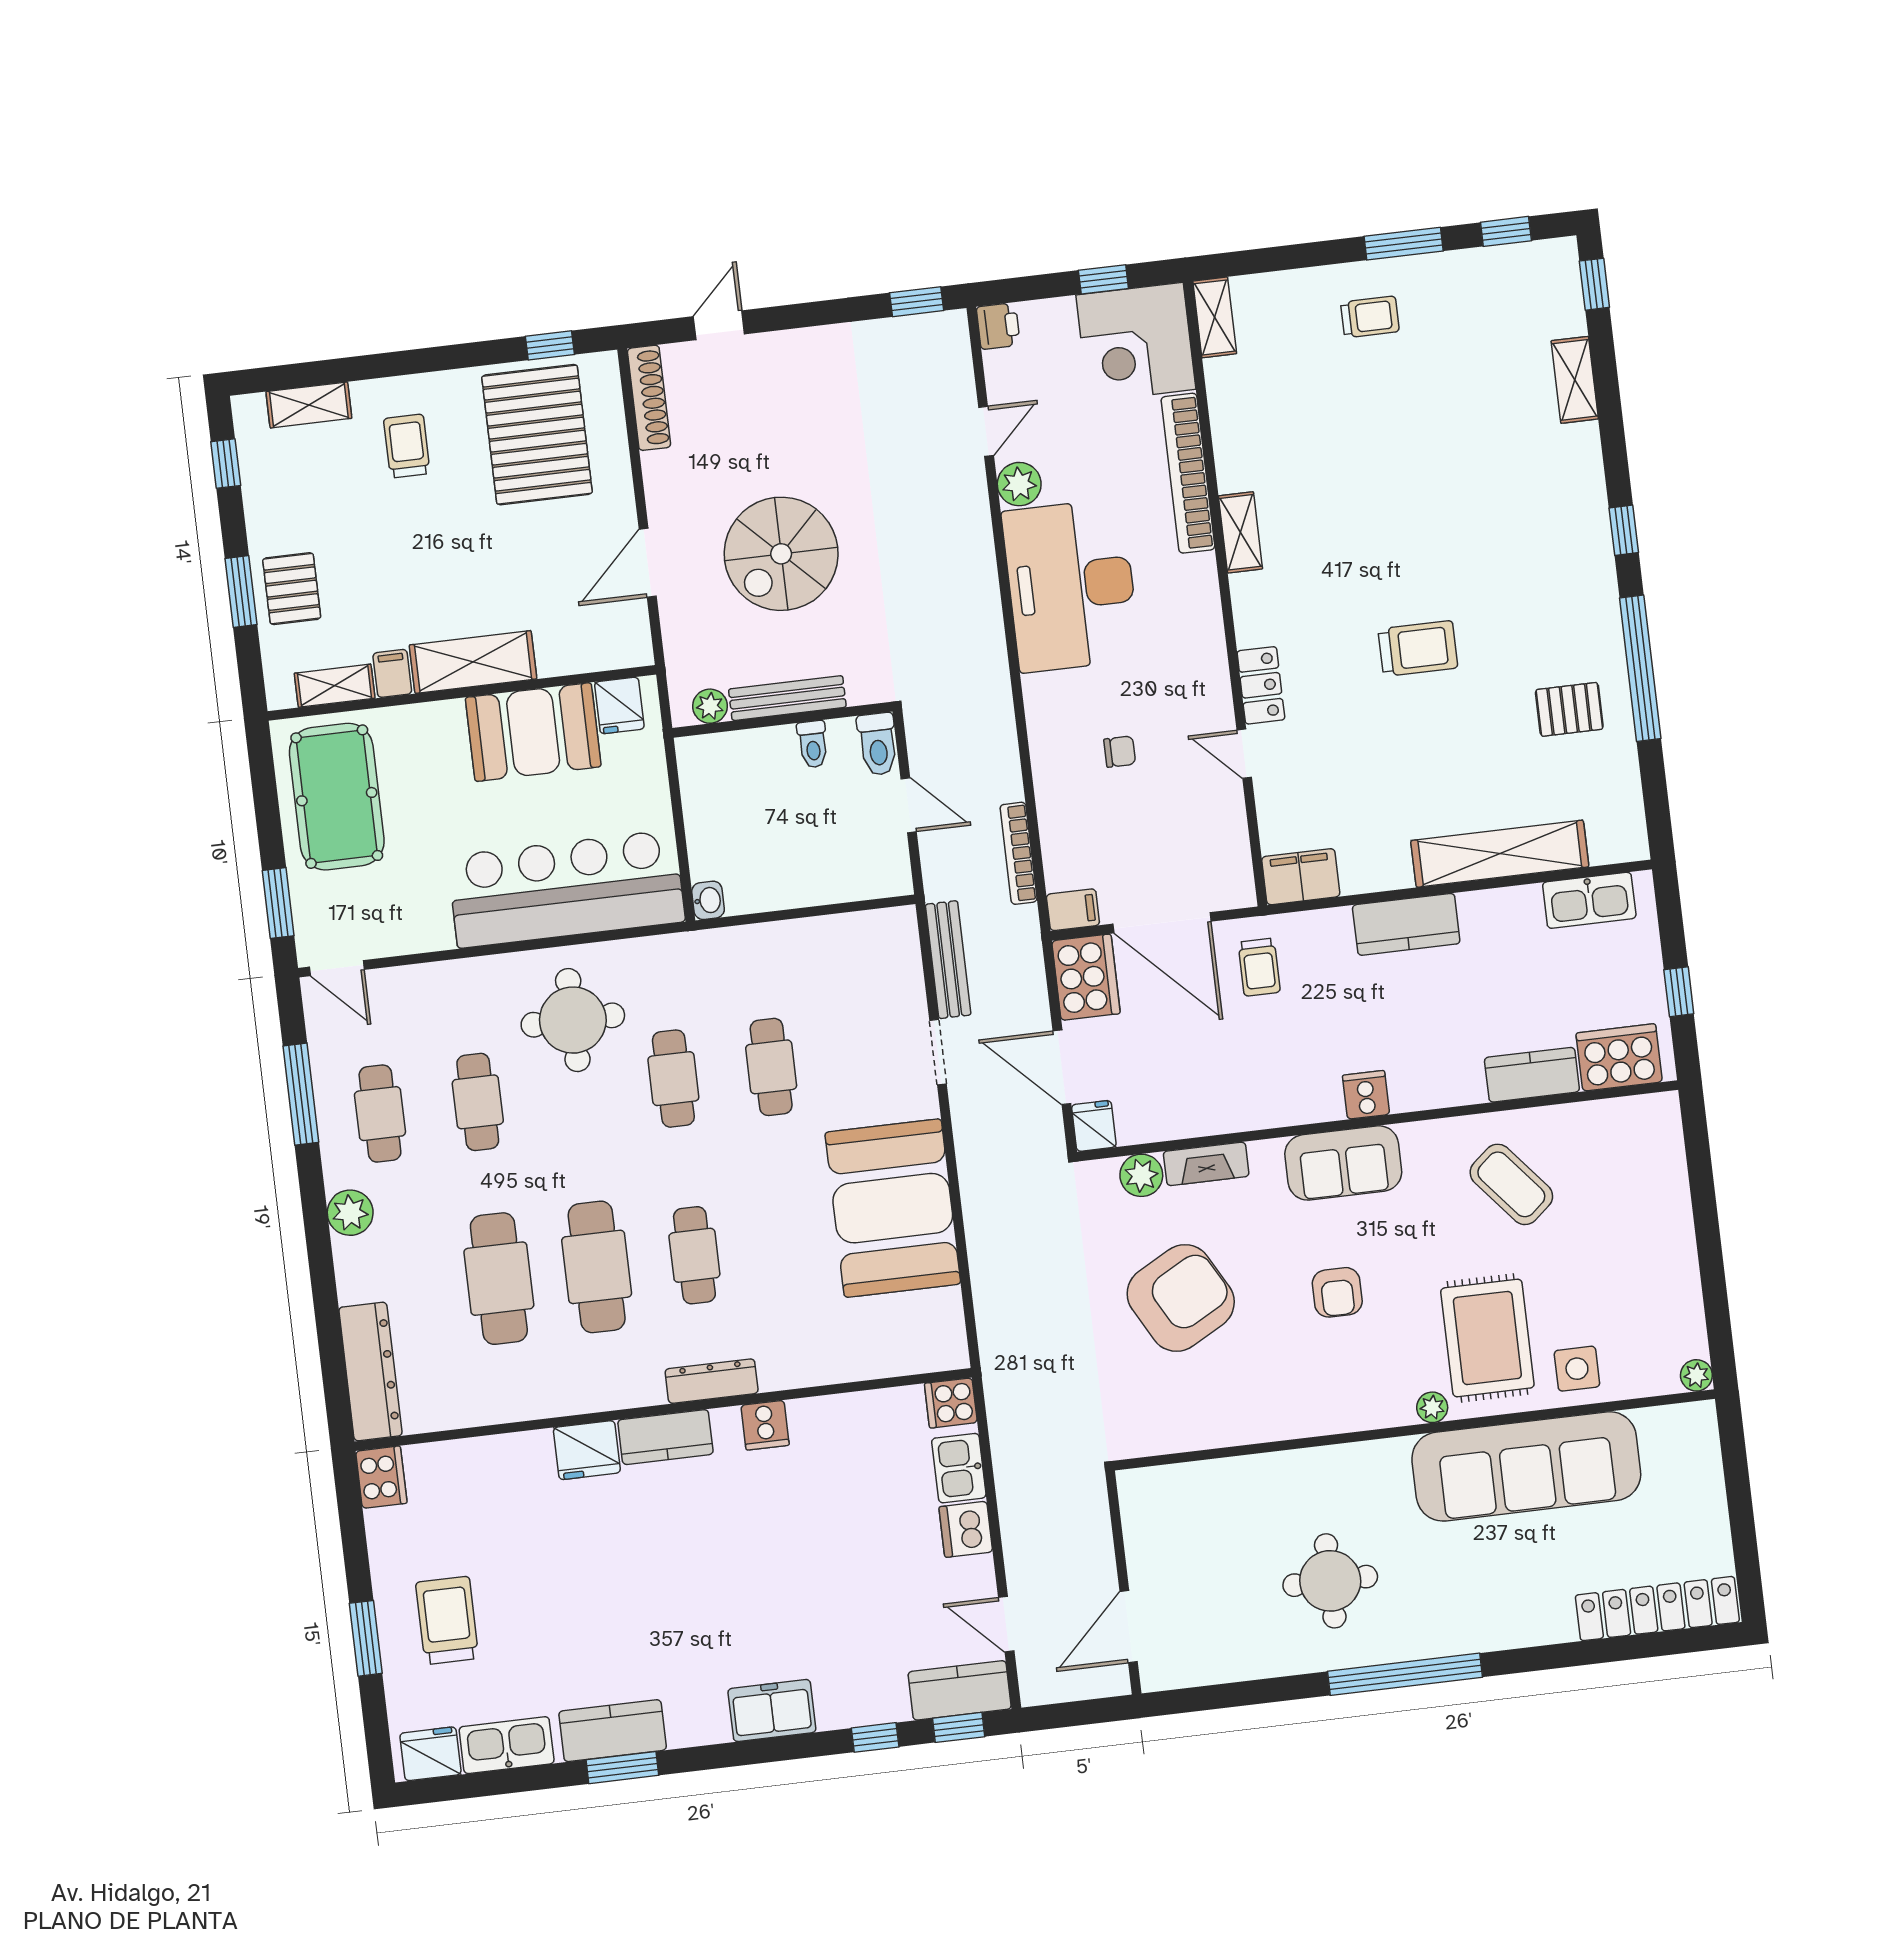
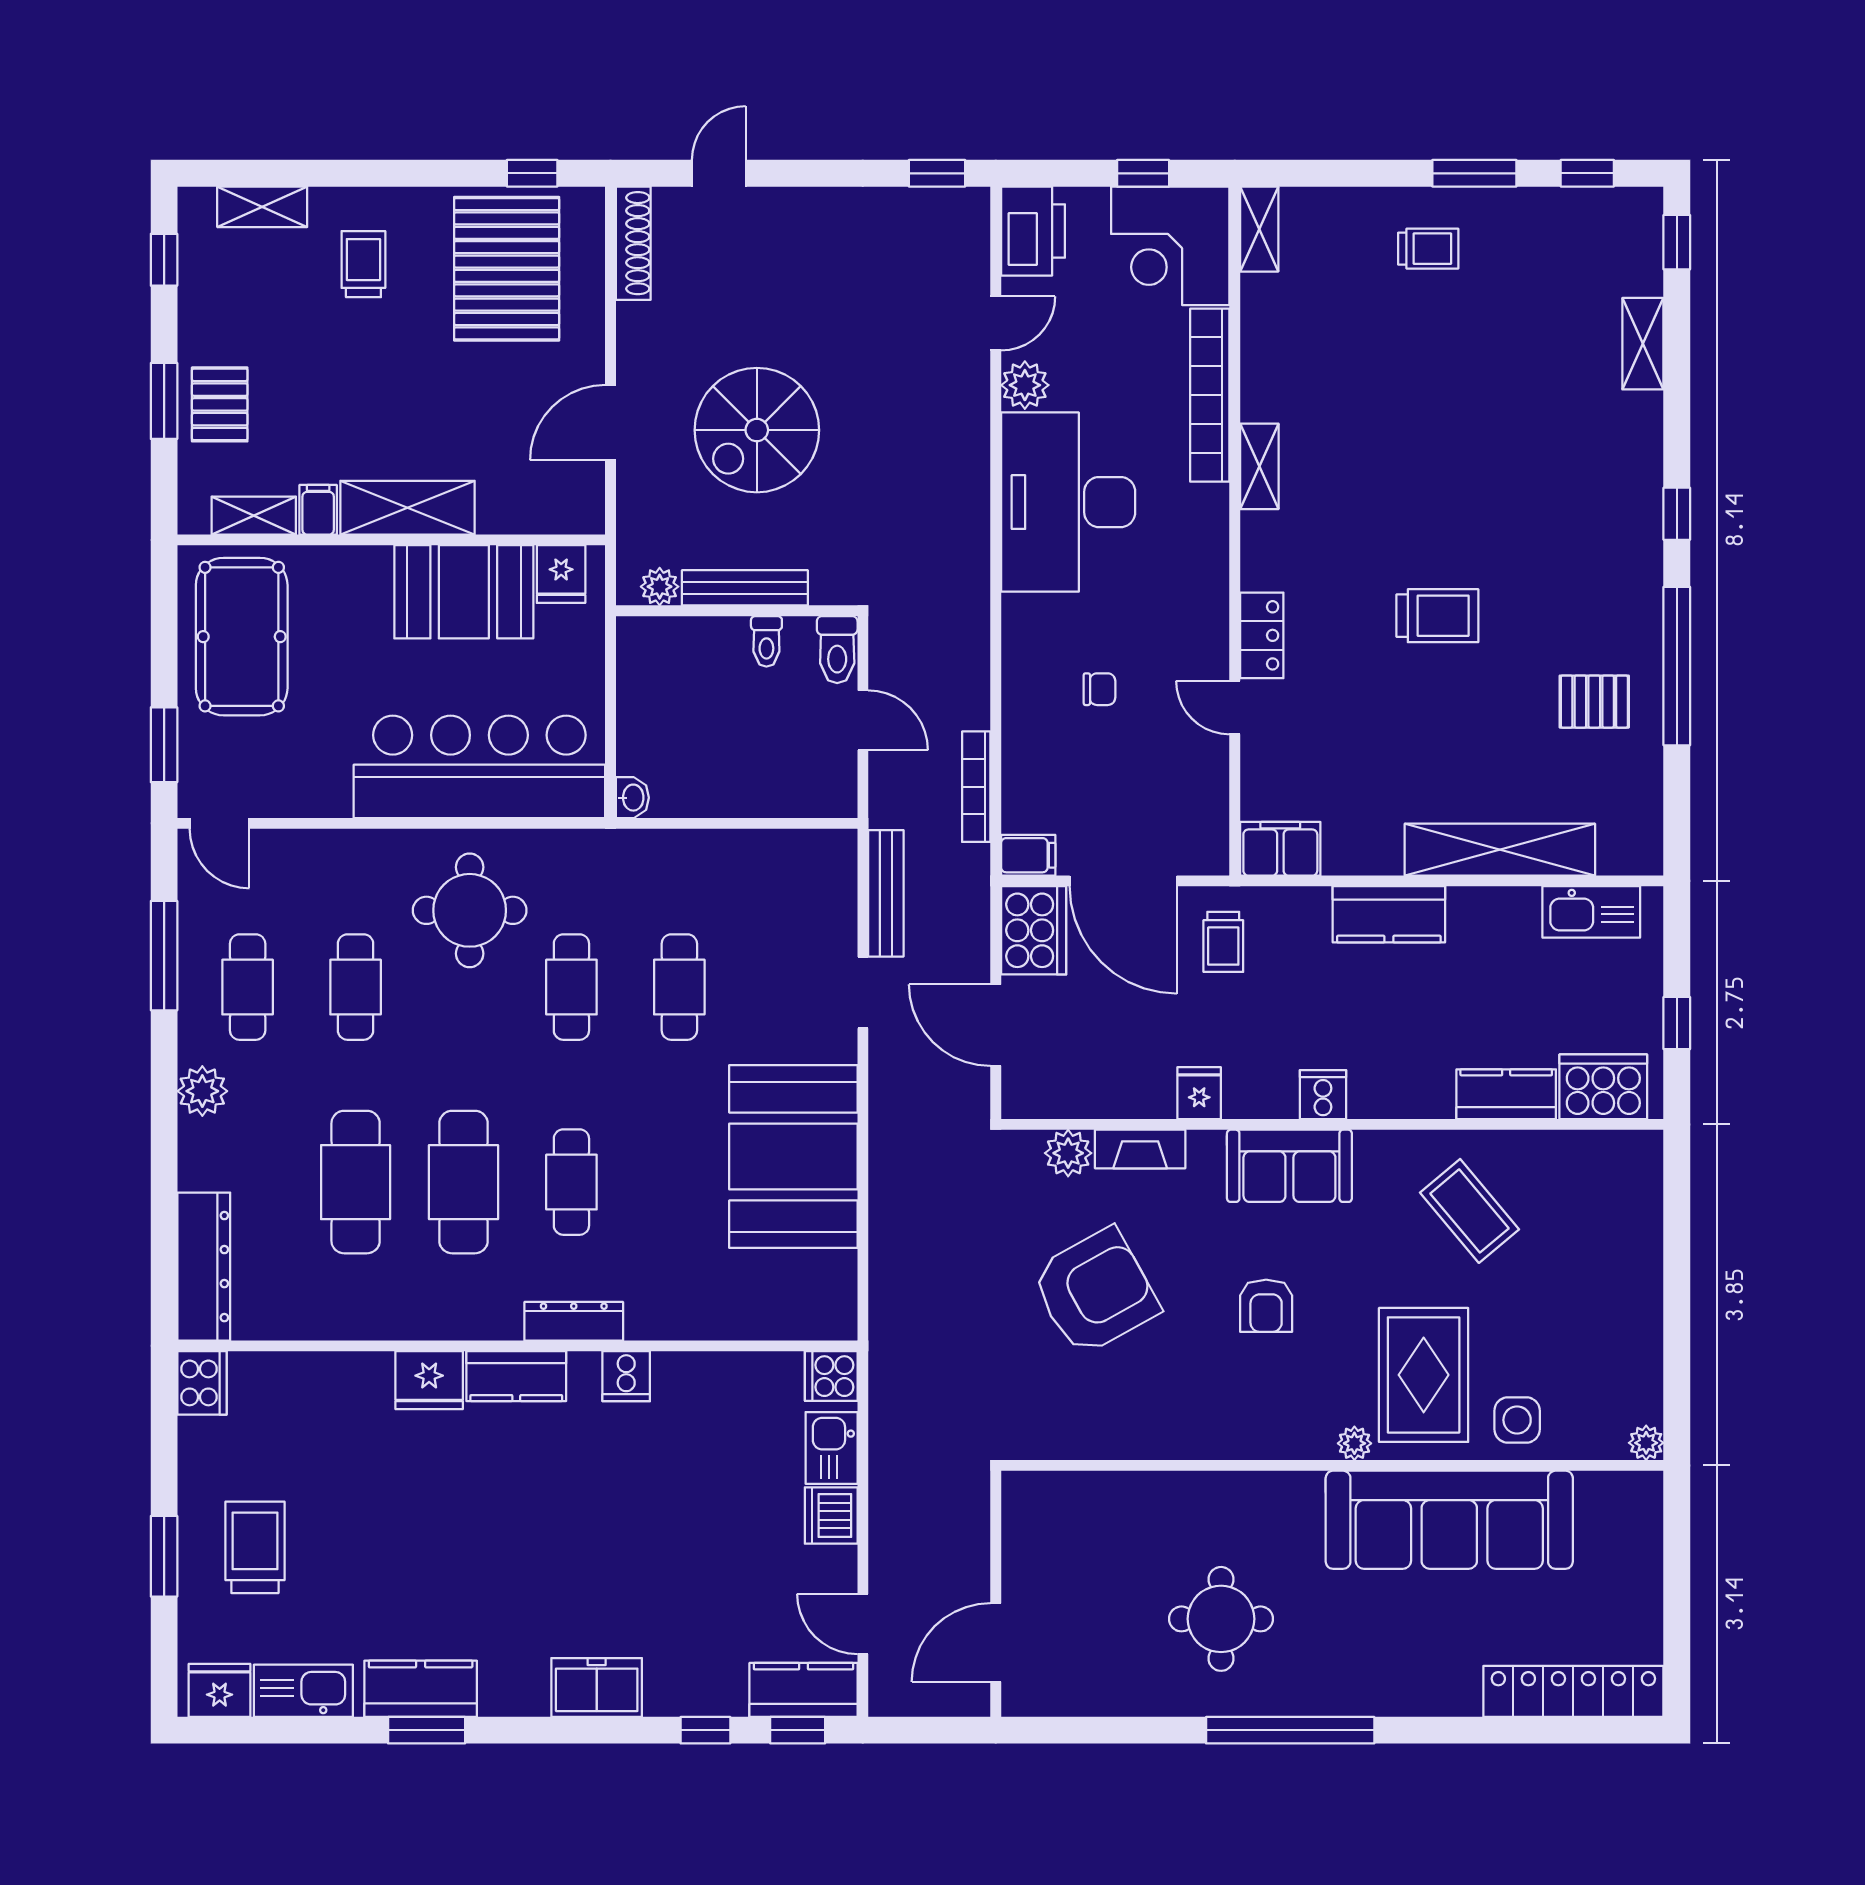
printer: (998, 326) -> (1033, 231), width x1.87, depth x1.48
fridge: (1094, 1126) -> (1199, 1093), moved

